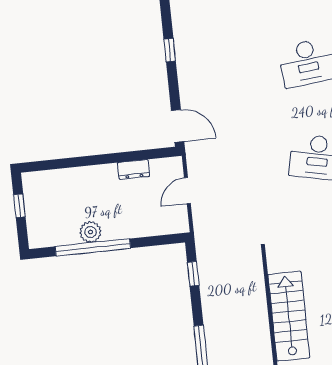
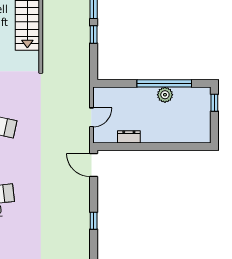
window: (19, 206) -> (214, 103), moved
window: (193, 274) -> (94, 34), moved

